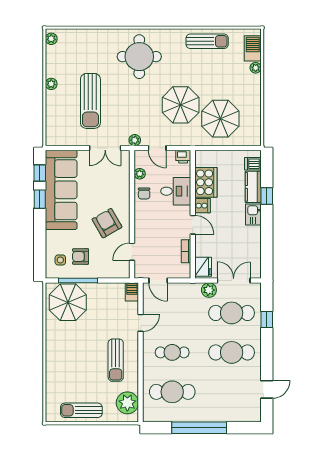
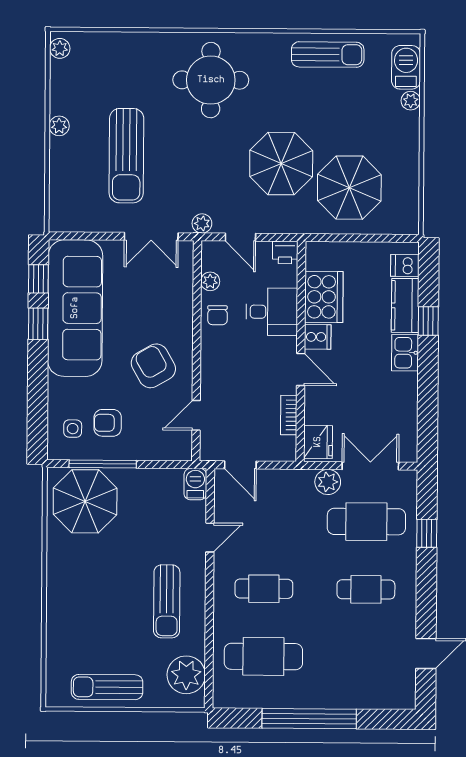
cafe table: (232, 352) -> (366, 589), width x0.73, depth x0.74

